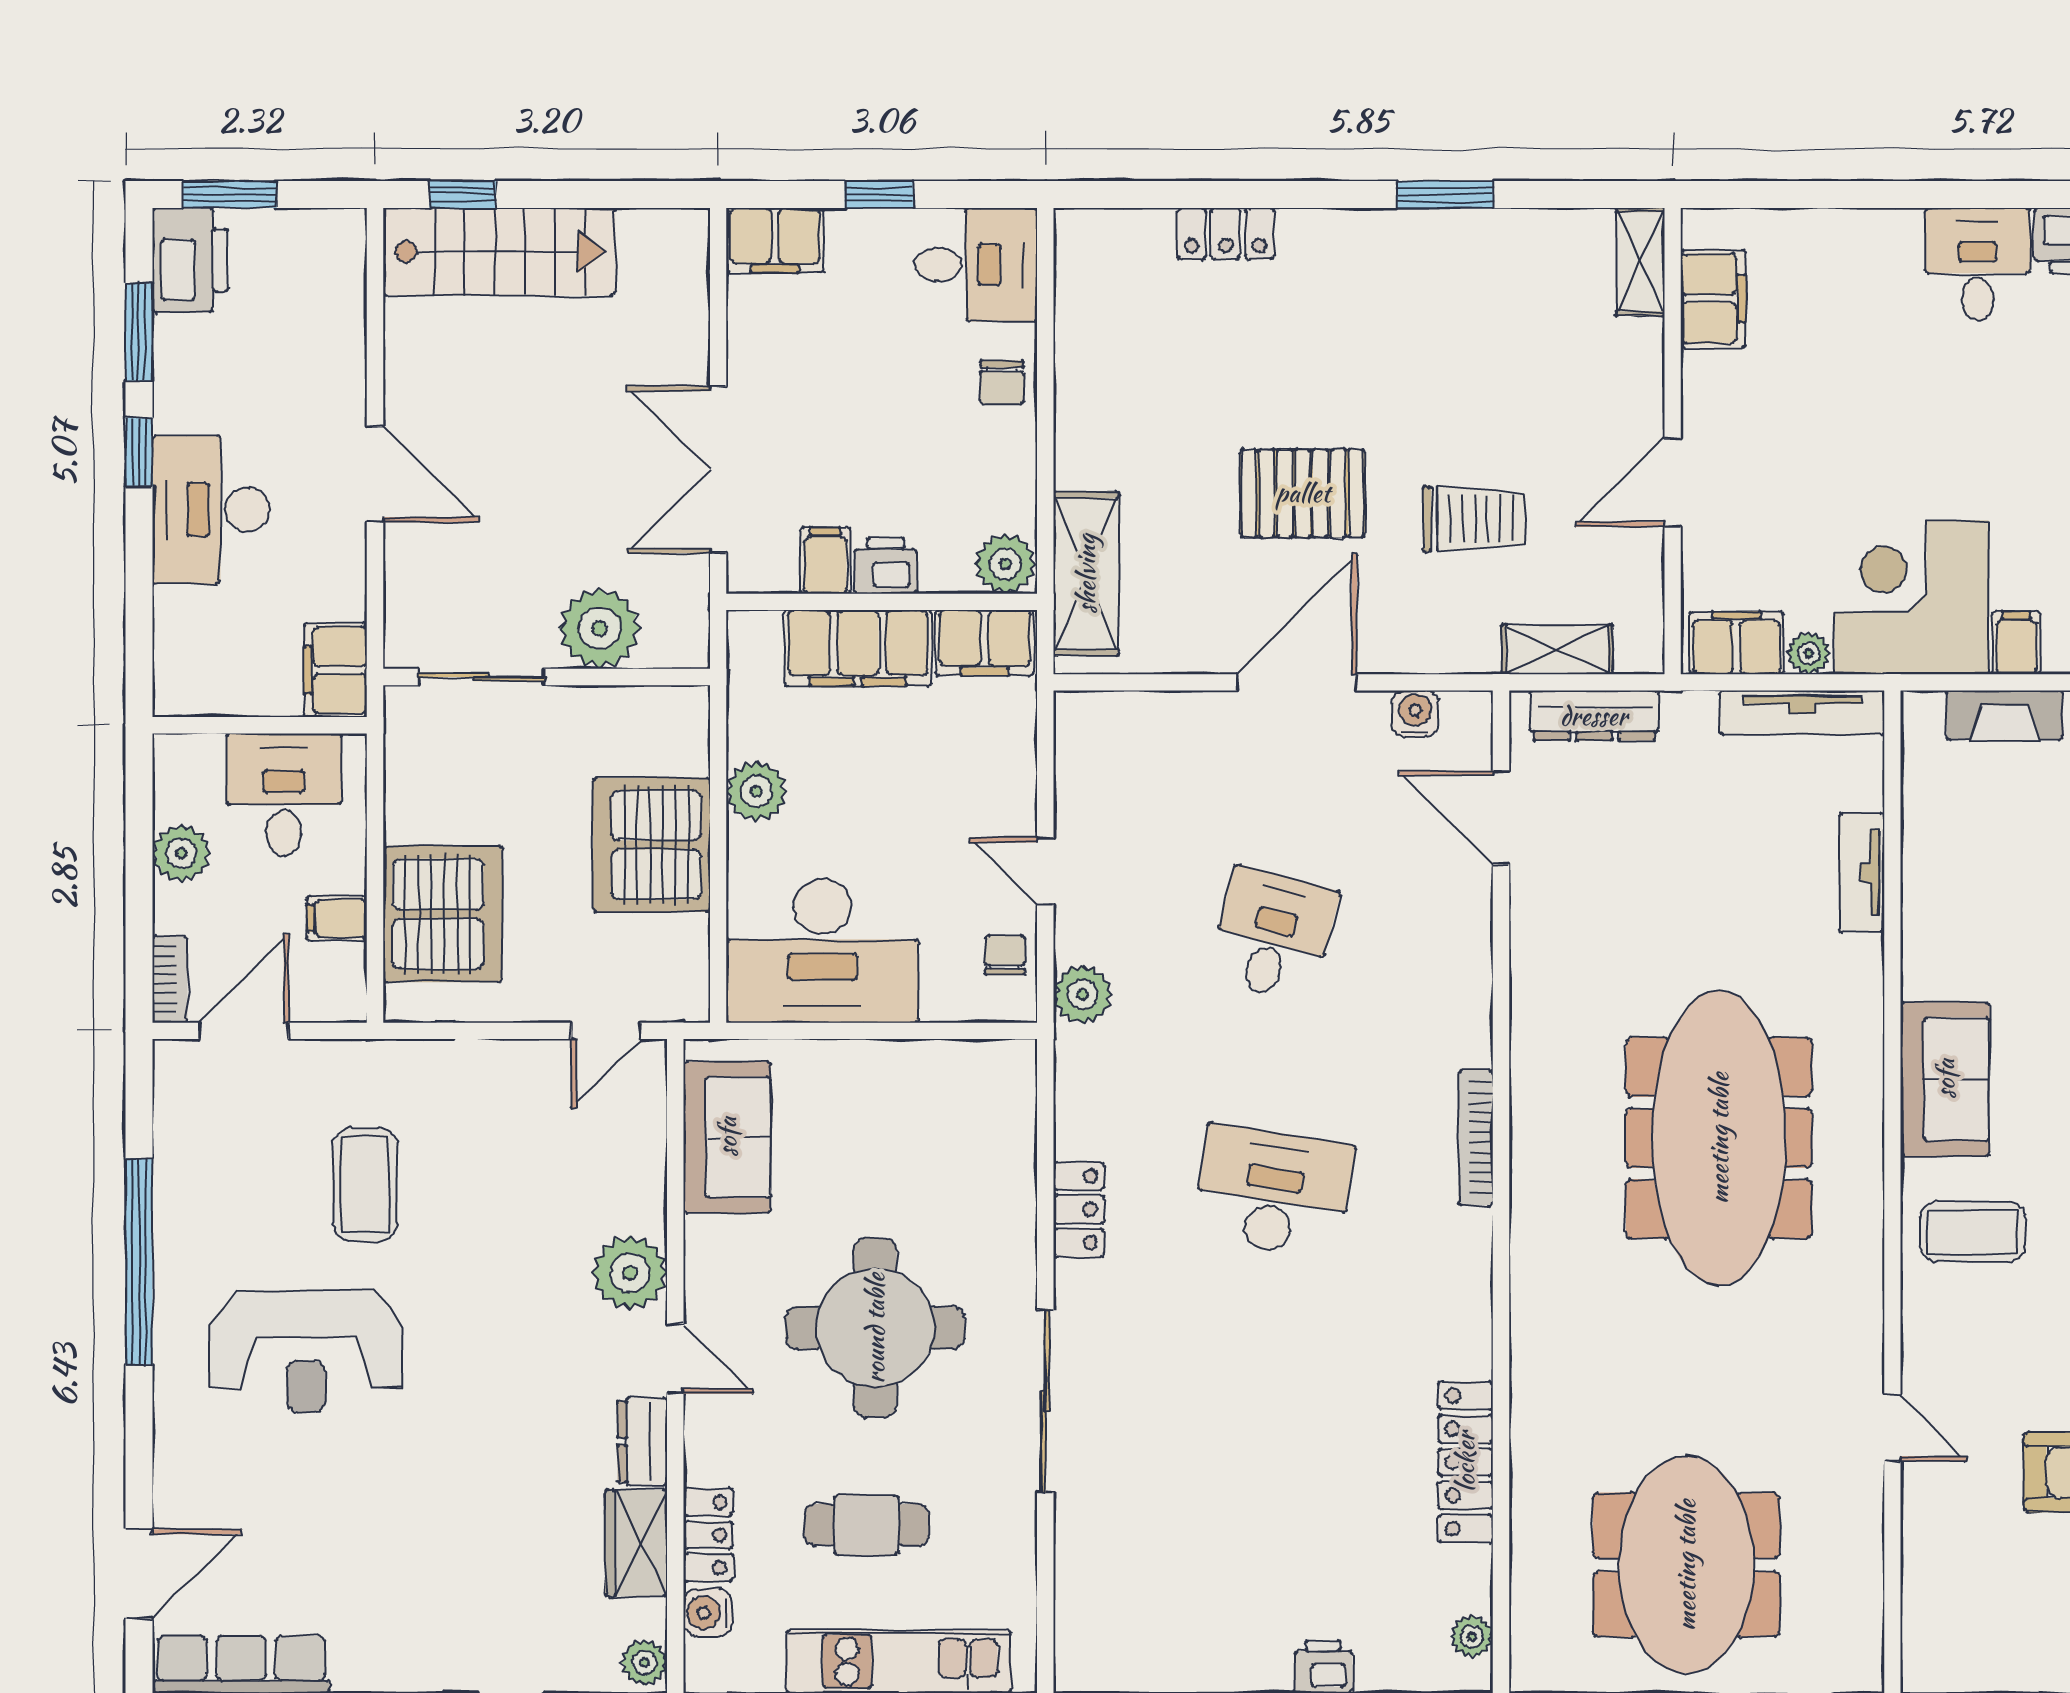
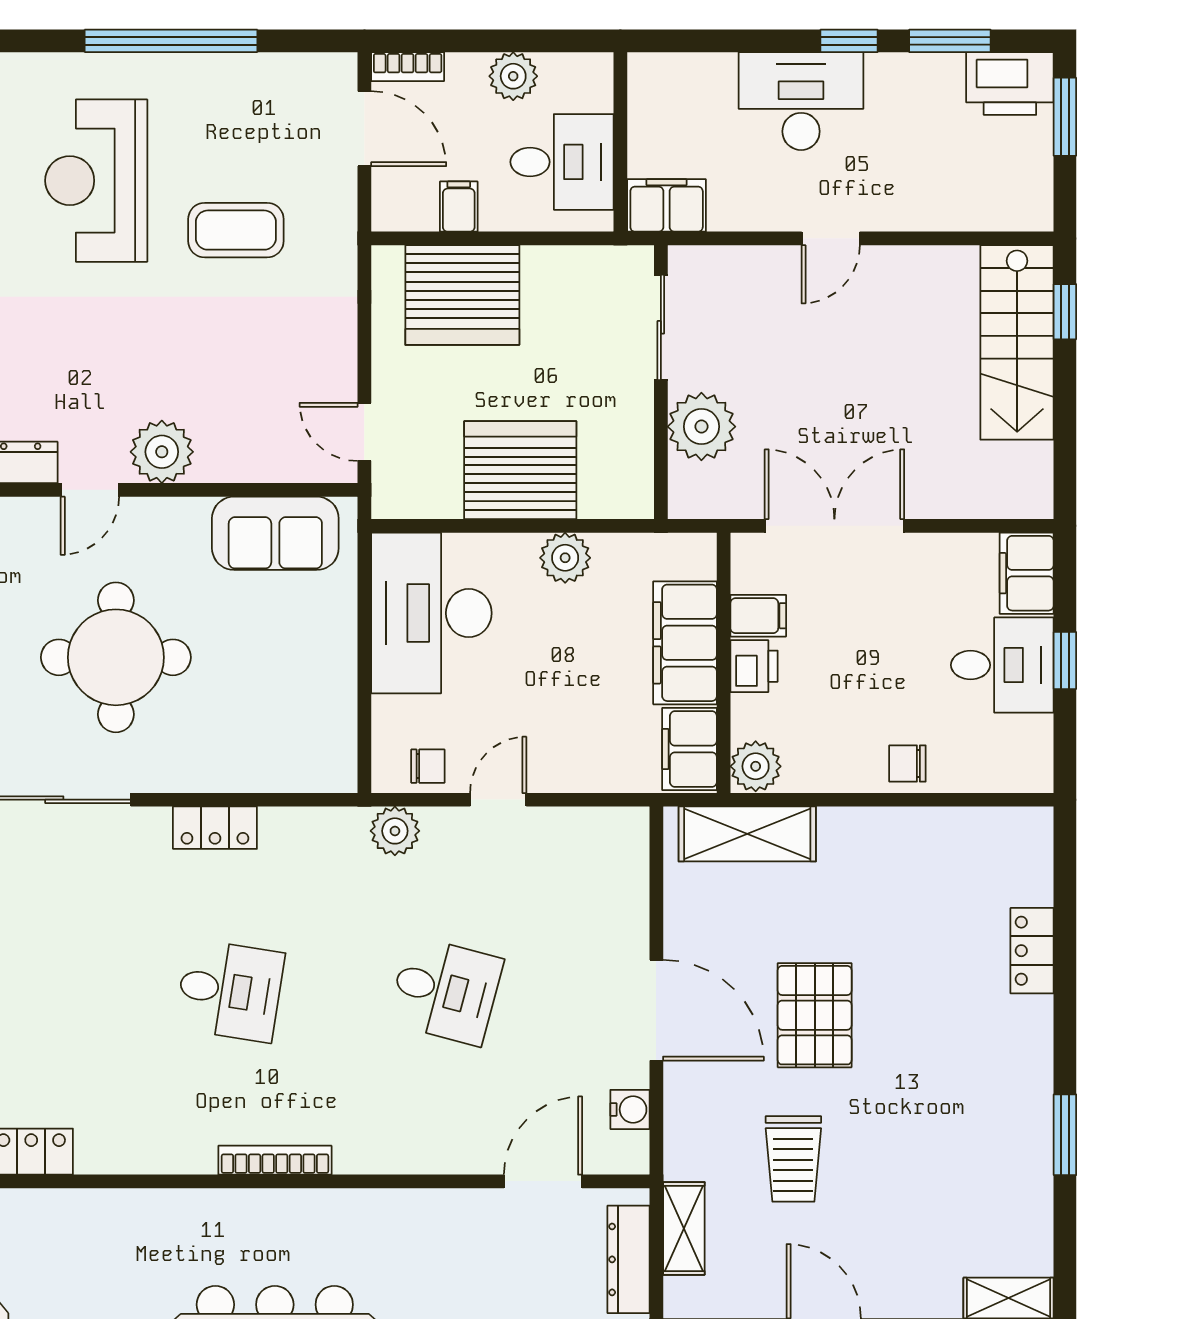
desk: (976, 265) -> (1002, 665), moved, turned -90
door: (375, 474) -> (831, 238), width x0.73
desk: (1273, 1192) -> (230, 991), width x0.73

